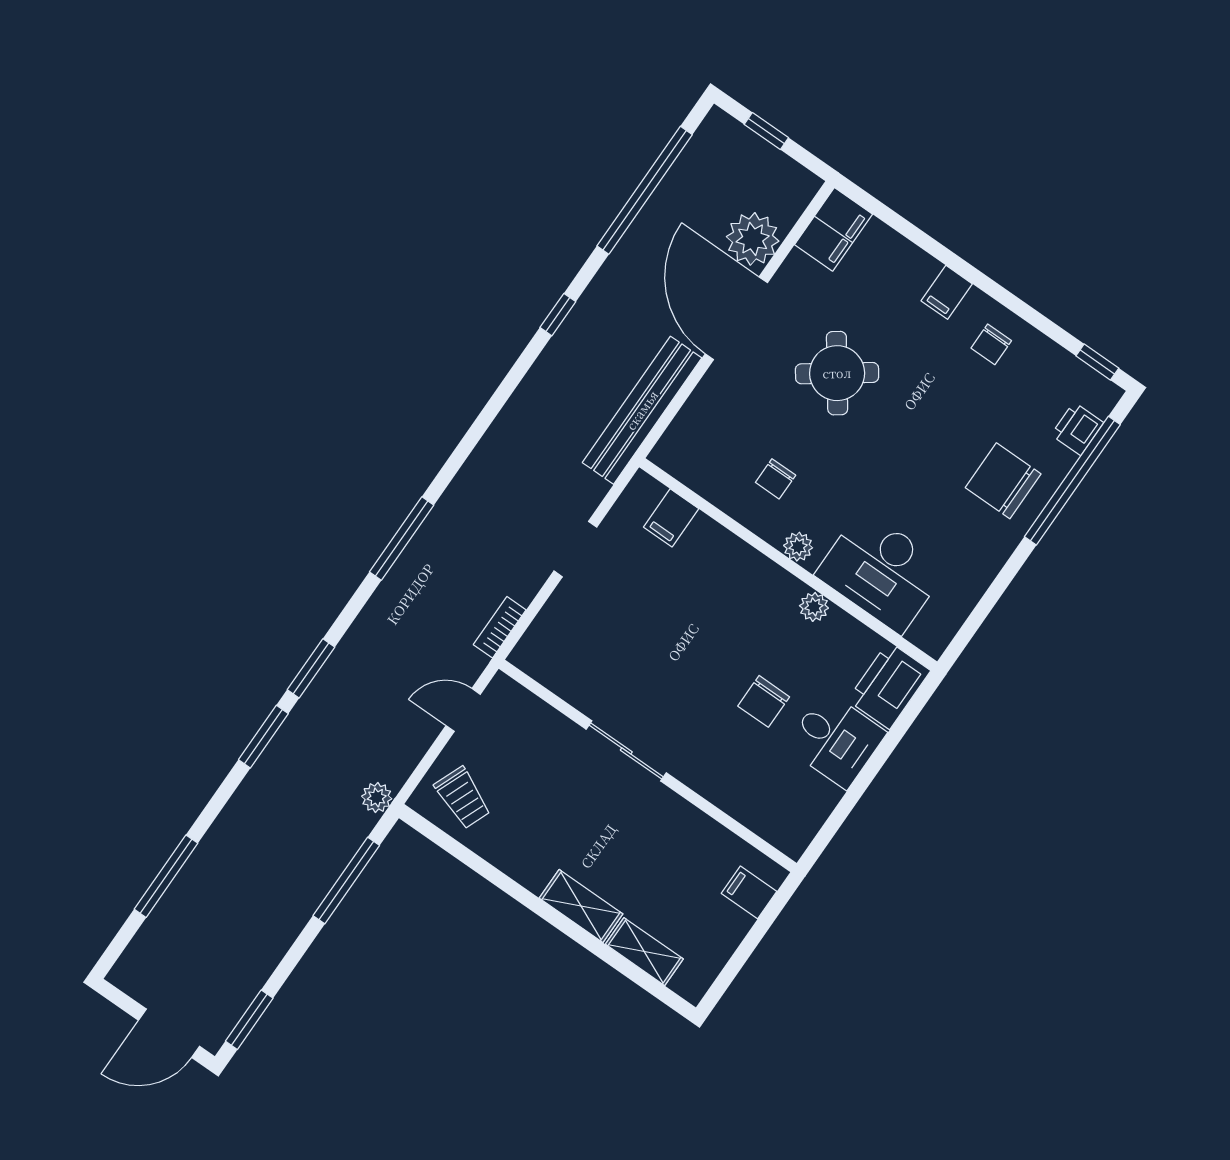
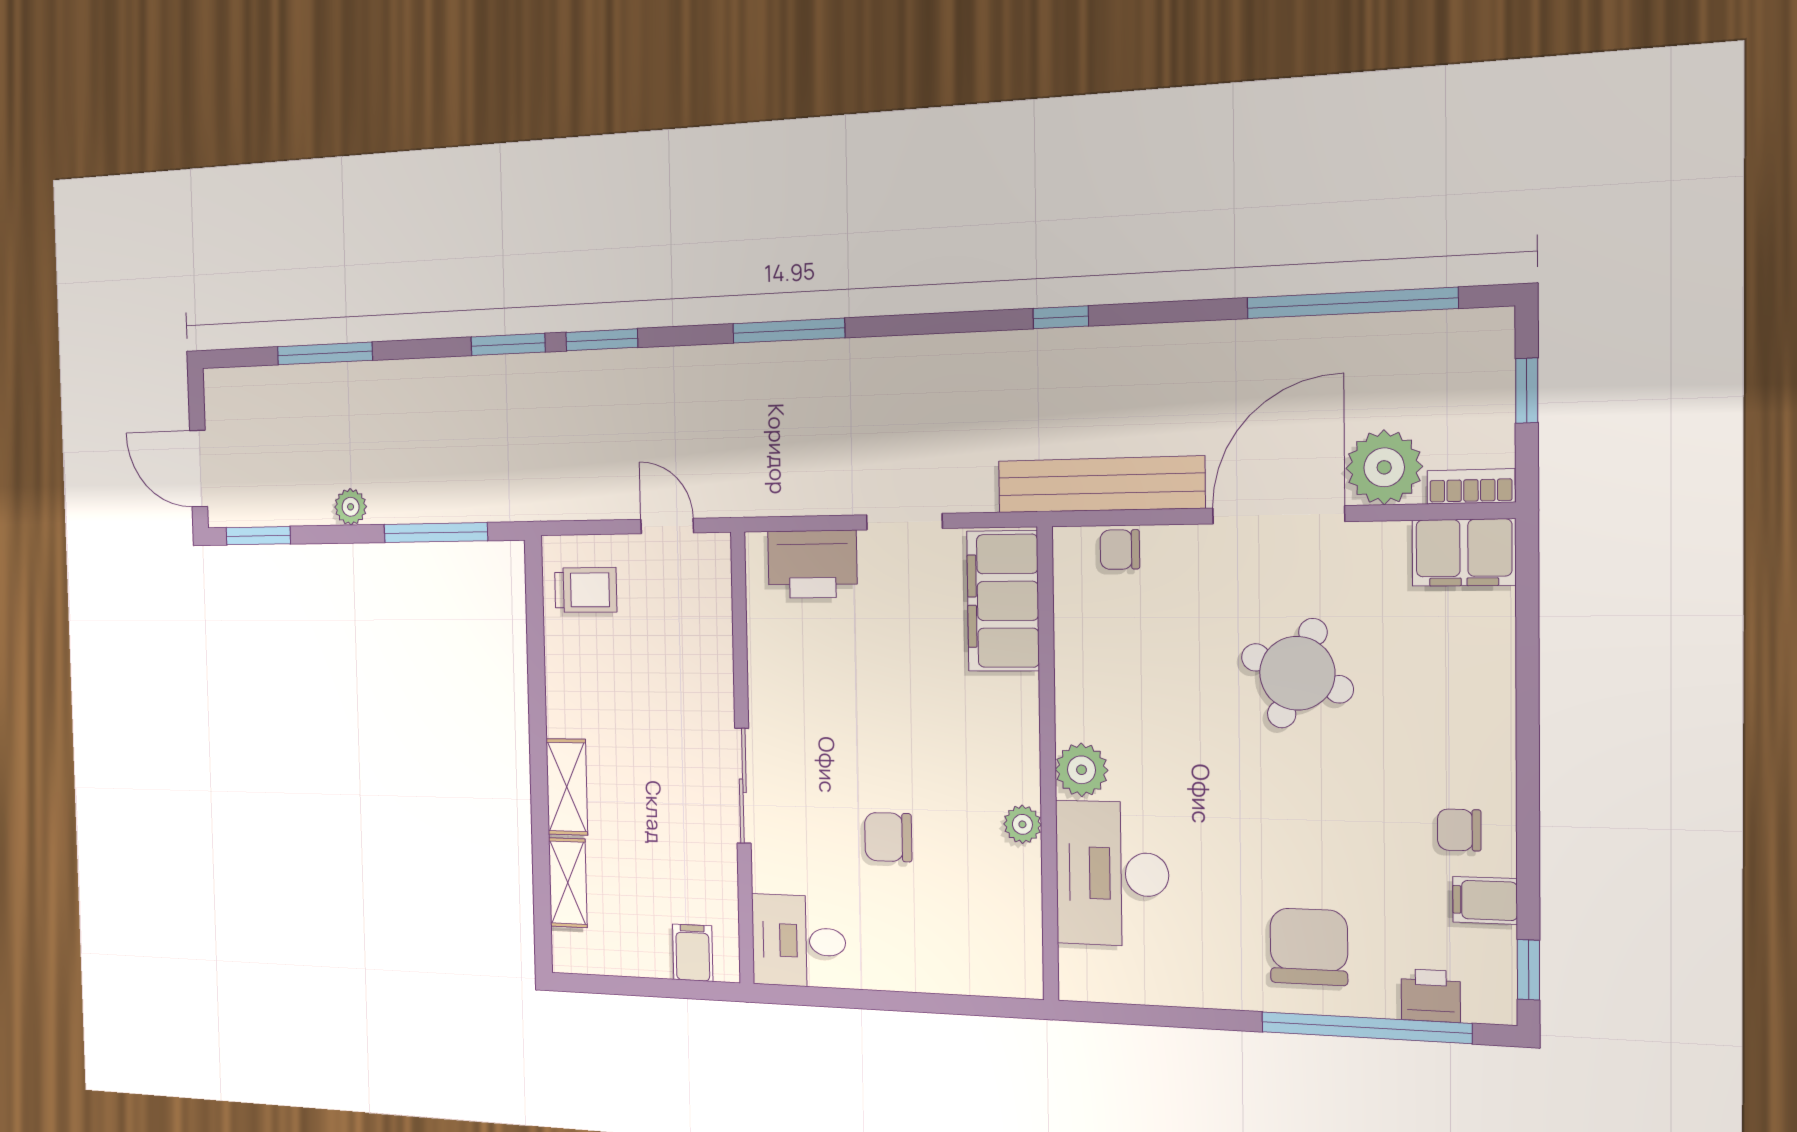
filing cabinet: (947, 292) -> (1485, 900), moved
window: (558, 315) -> (1061, 317), moved
round table: (837, 373) -> (1297, 673), turned -33
chair: (776, 479) -> (1120, 550), moved
filing cabinet: (671, 518) -> (1003, 601), width x3.00, depth x1.17
plant: (798, 547) -> (1081, 770), width x1.38, depth x1.38
bookcase: (500, 627) -> (1471, 486), moved
printer: (889, 685) -> (812, 564), moved, turned 180
desk: (836, 740) -> (799, 941), moved, turned 90
sliding door: (626, 751) -> (743, 786), moved
plant: (377, 797) -> (351, 507), moved
trolley: (463, 798) -> (586, 590), turned -112

